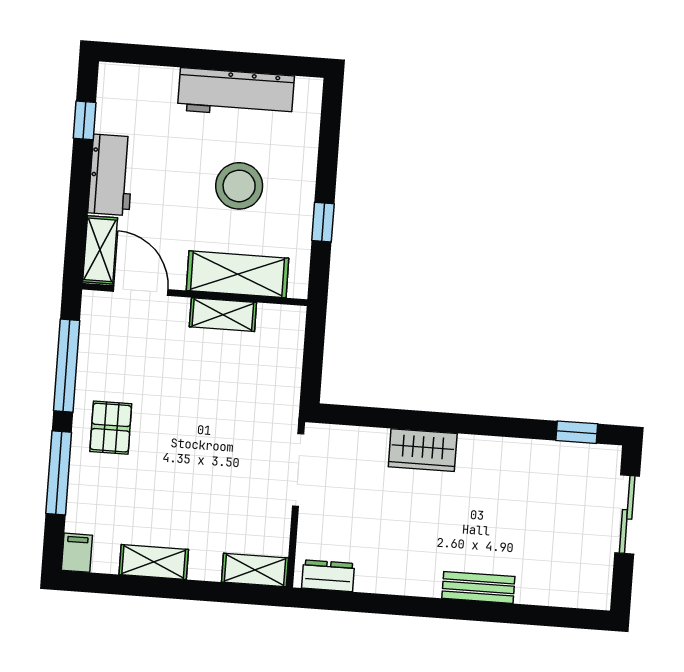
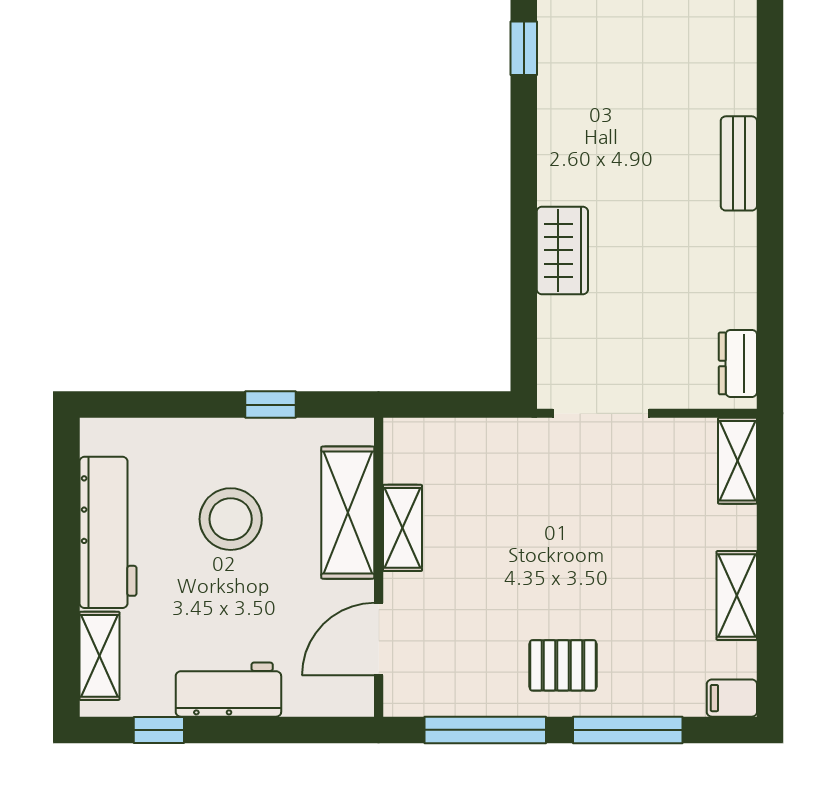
shelving: (100, 250) -> (99, 656), moved, turned 90

